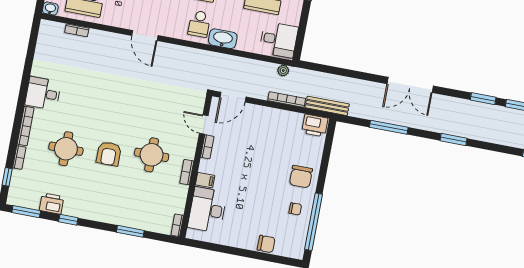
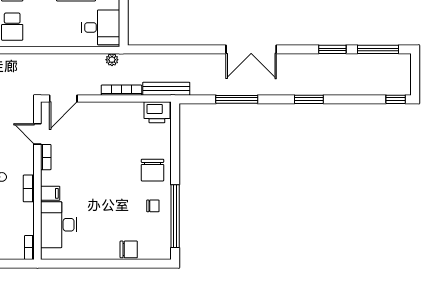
washbasin: (223, 39) -> (40, 38), removed

